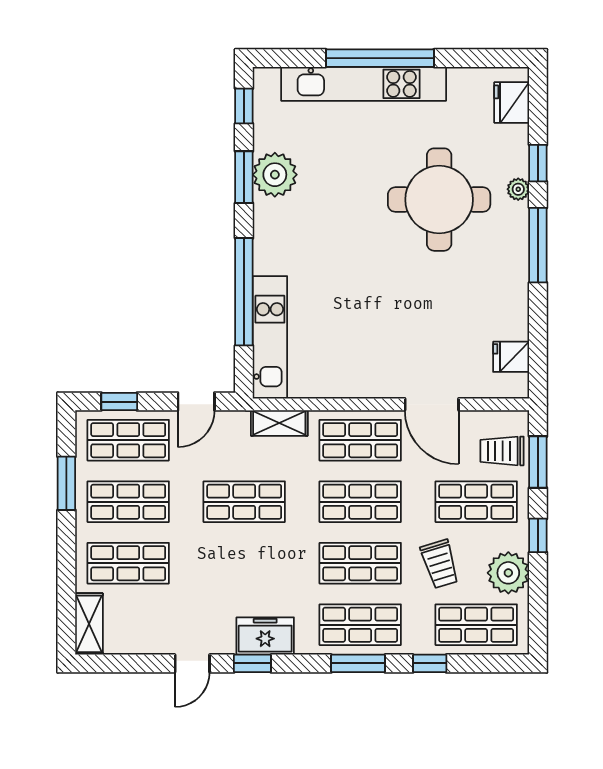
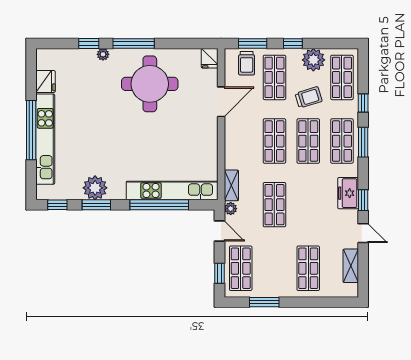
fridge: (512, 103) -> (45, 82), moved, turned -90
round table: (439, 200) -> (150, 84), moved
kitchen unit: (270, 337) -> (172, 191), width x1.36
fridge: (511, 357) -> (210, 58), moved
plant: (237, 422) -> (231, 209), added
shop shelf: (360, 440) -> (241, 141), removed
shop shelf: (128, 502) -> (274, 268), removed
shelving: (89, 624) -> (351, 266), moved, turned 90

